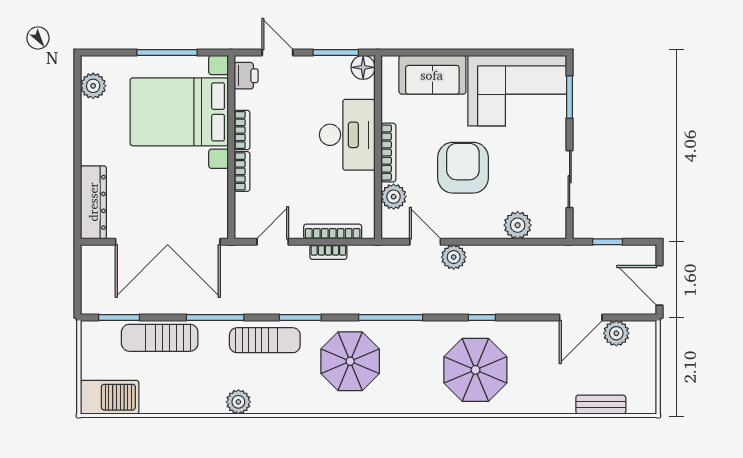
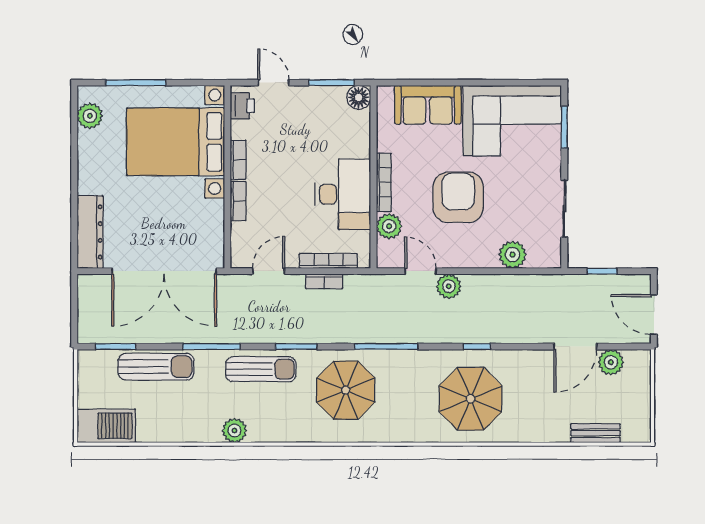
window: (167, 53) -> (136, 83), moved
desk: (347, 135) -> (343, 194), moved
sun lounger: (160, 338) -> (156, 367), turned 180

